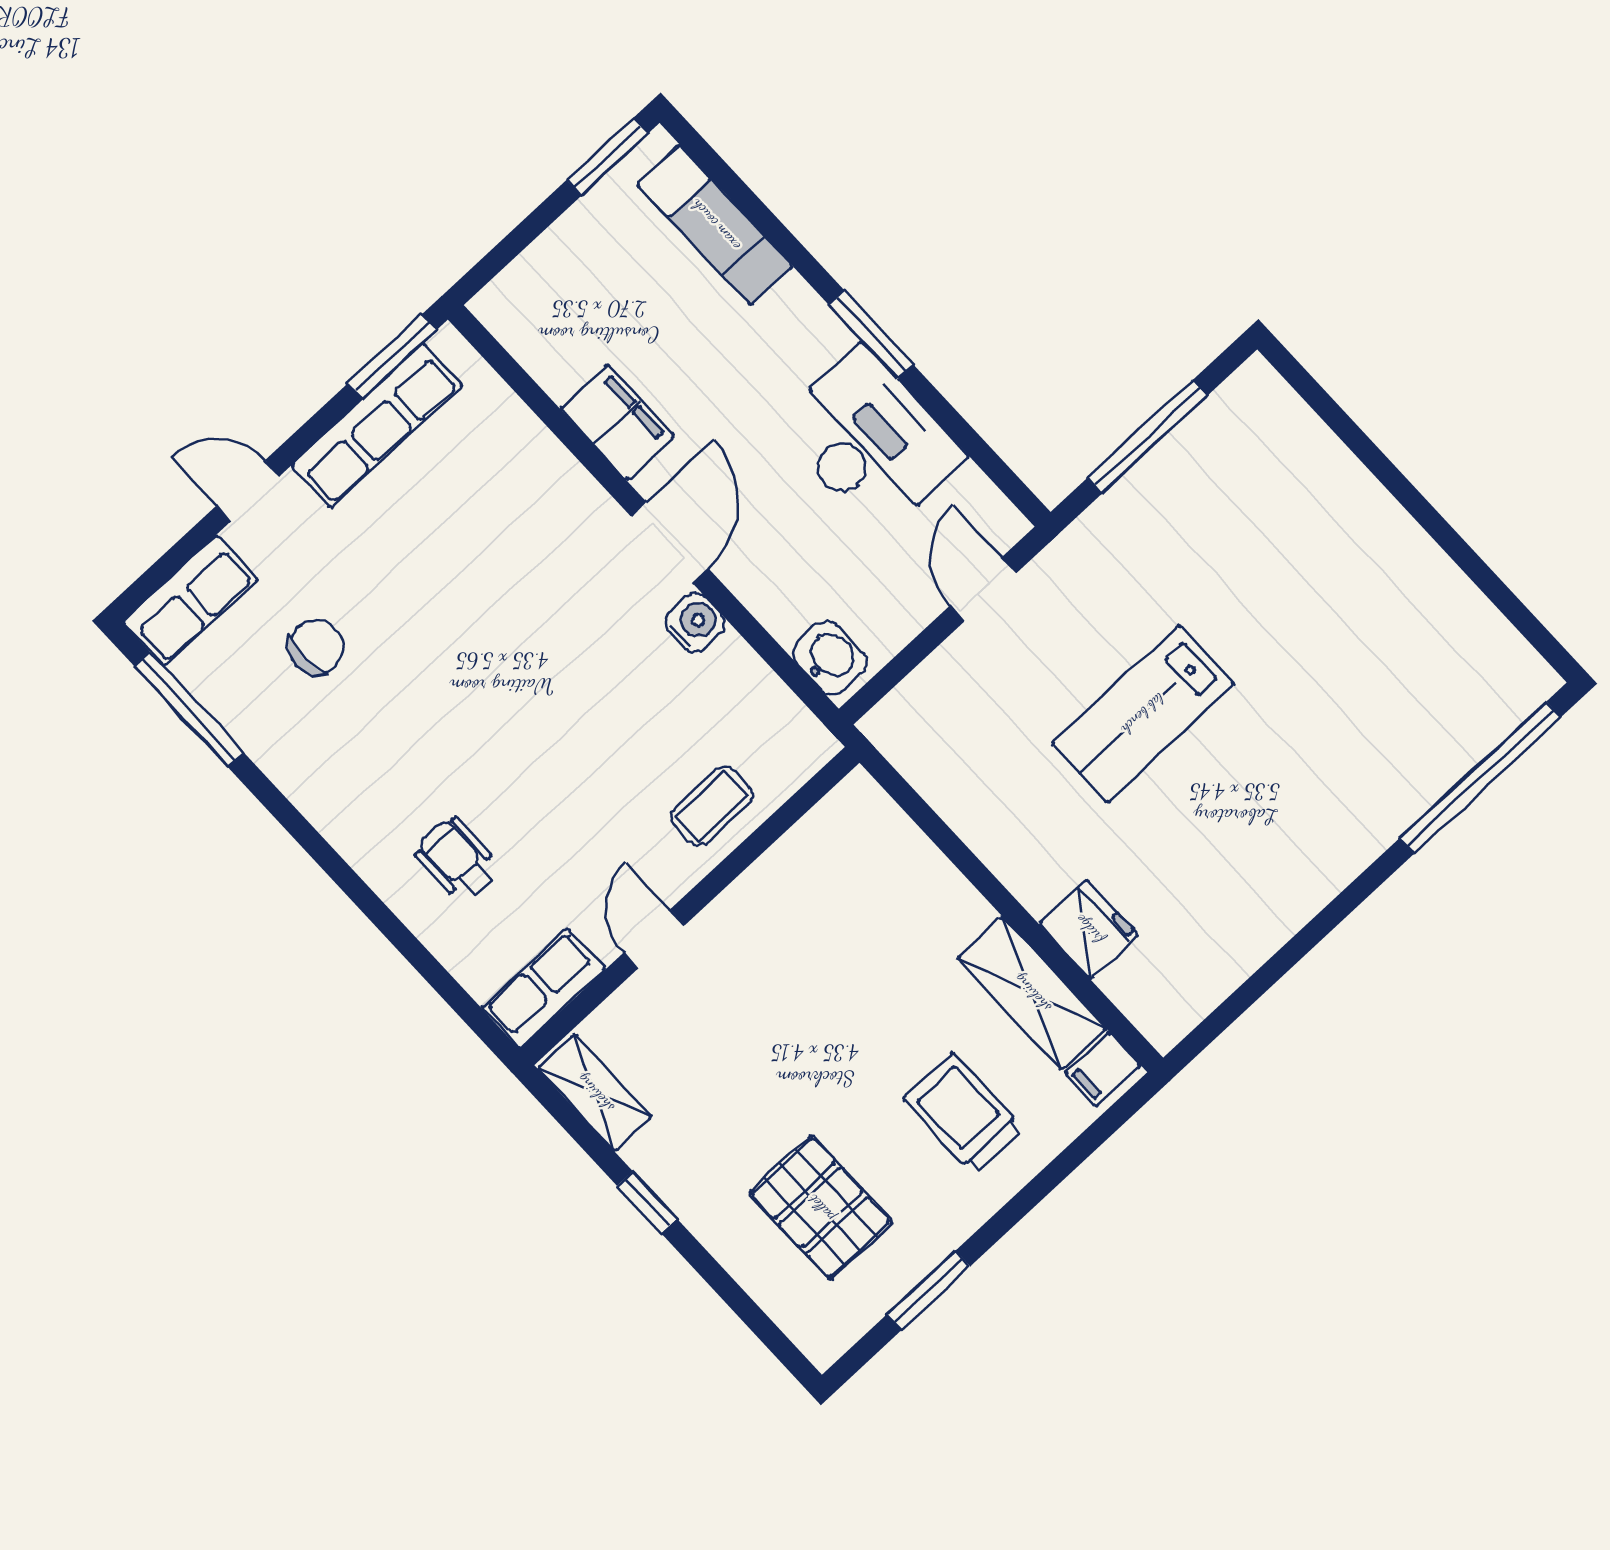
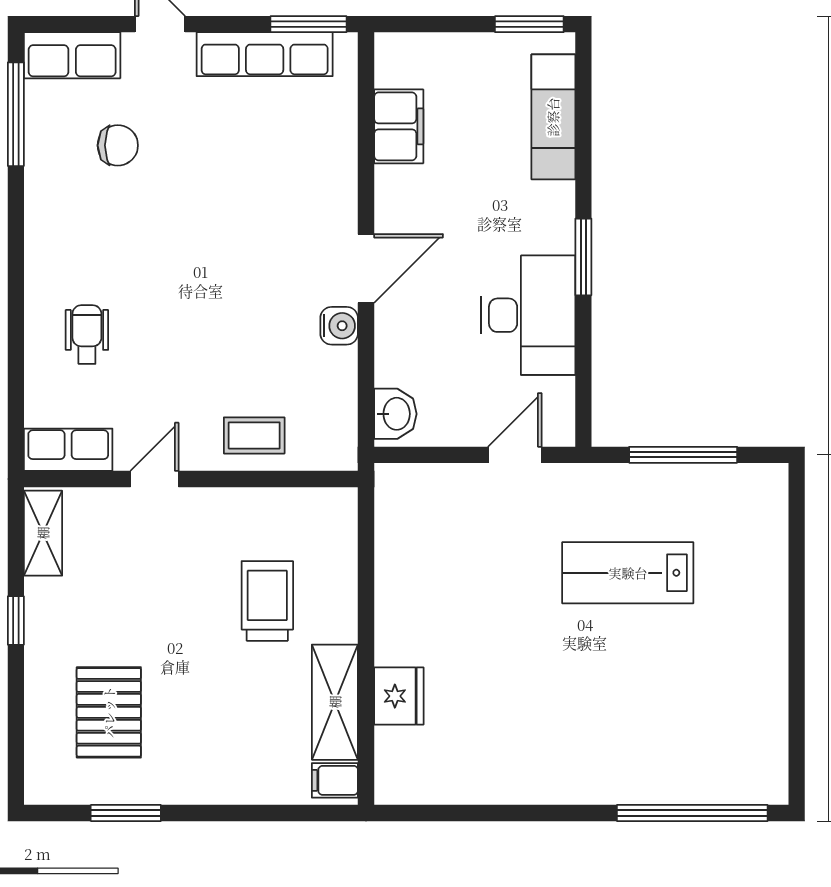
filing cabinet: (617, 423) -> (399, 126), moved
lab bench: (1143, 714) -> (628, 573), moved
trolley: (963, 1113) -> (267, 601), moved

